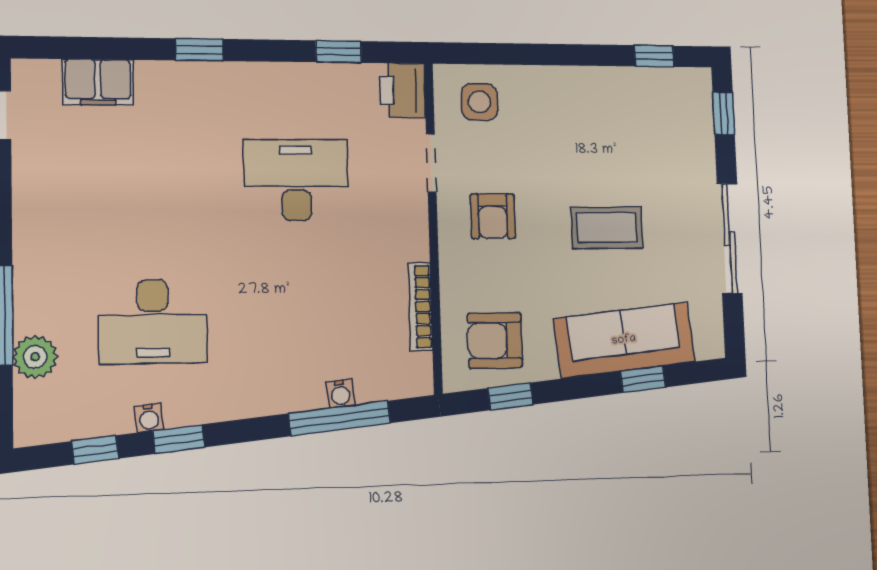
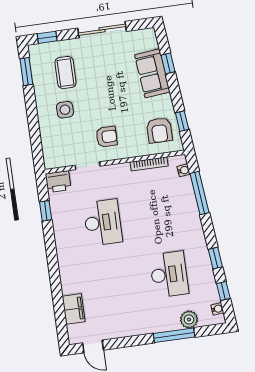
window: (199, 50) -> (54, 269), removed
window: (654, 56) -> (26, 72), width x1.50
side table: (479, 102) -> (65, 110), moved
desk: (296, 180) -> (103, 222), turned 180
coffee table: (607, 228) -> (65, 73), moved
sofa: (624, 340) -> (152, 73), width x0.73
water cooler: (340, 393) -> (184, 170), moved
water cooler: (149, 418) -> (217, 309), moved

